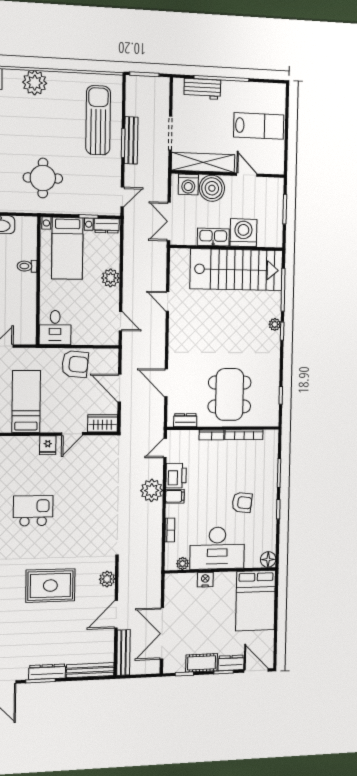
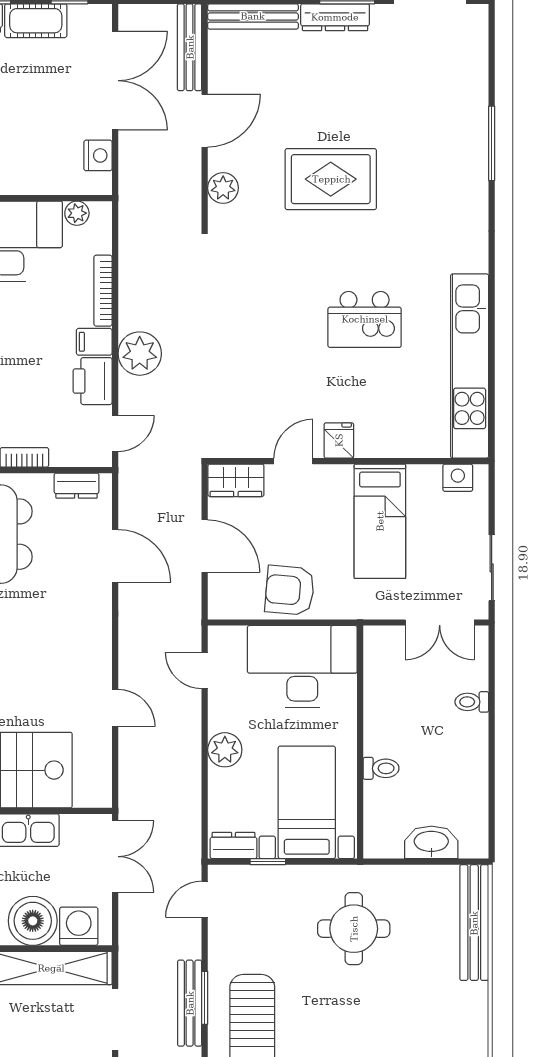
desk: (55, 328) -> (302, 667), width x1.87, depth x1.30
bookcase: (170, 530) -> (103, 291), width x1.56
nightstand: (205, 580) -> (98, 155), moved, turned -90

